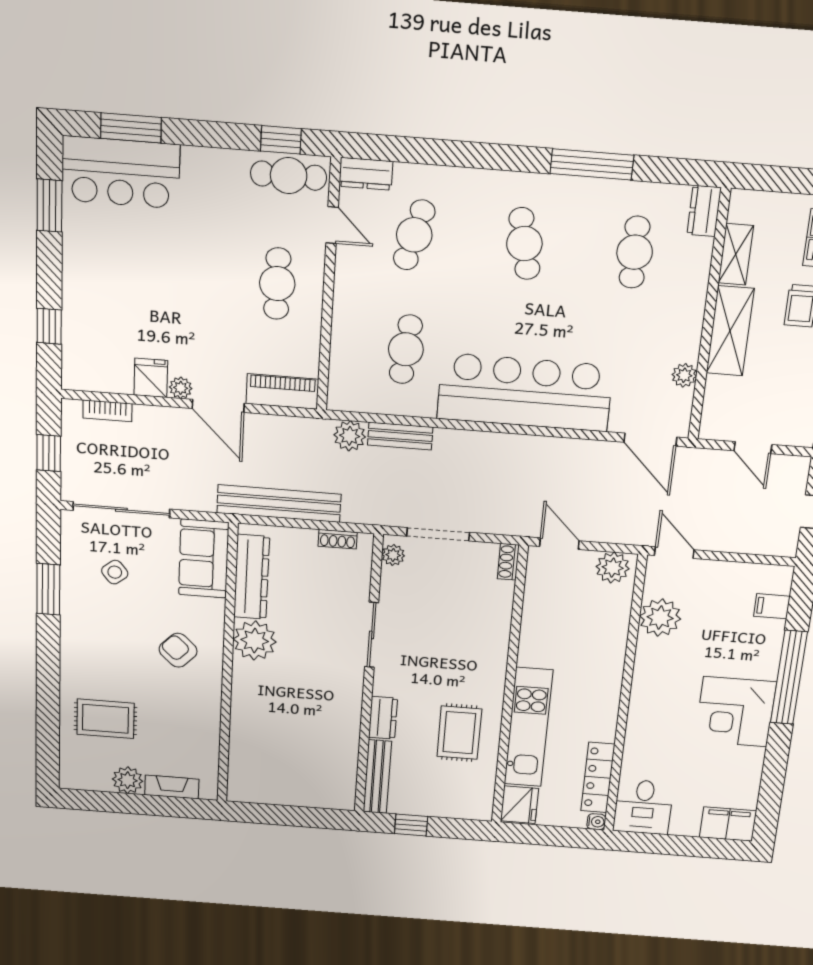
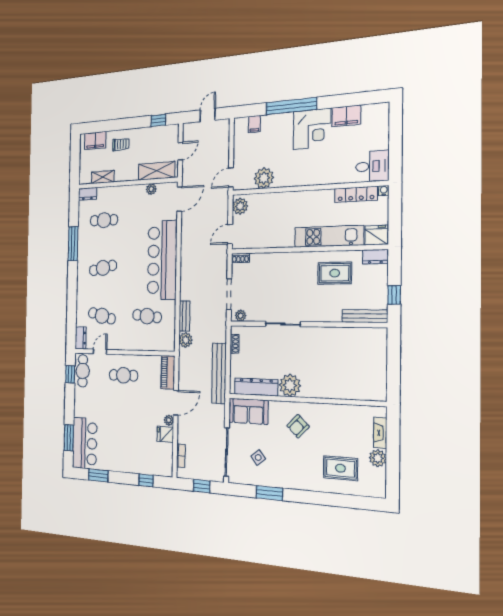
shelving: (730, 331) -> (157, 171), moved
dresser: (383, 718) -> (375, 257), moved, turned 180
rug: (105, 719) -> (340, 468), turned 90
filing cabinet: (728, 824) -> (346, 116), moved, turned -90

